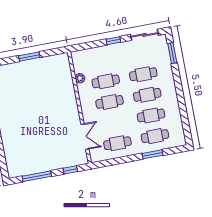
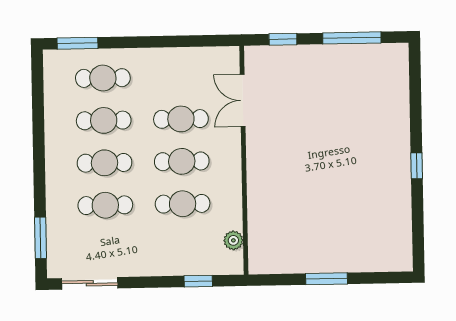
window: (113, 41) -> (198, 281), moved
plant: (80, 78) -> (233, 240), moved
cafe table: (117, 143) -> (181, 119), moved
window: (153, 154) -> (77, 43), moved

